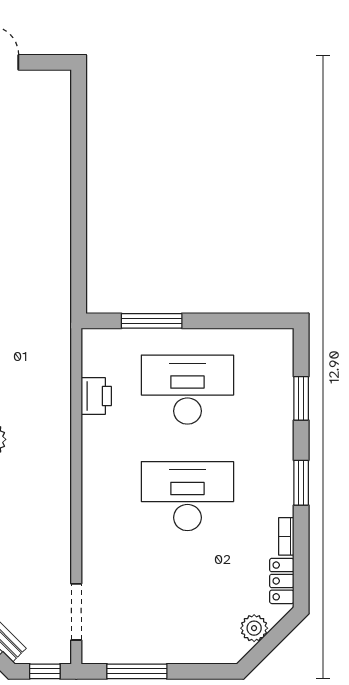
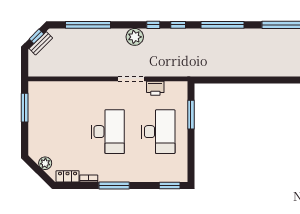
window: (301, 398) -> (170, 186), moved
window: (301, 483) -> (114, 186), width x1.44
doorway: (76, 612) -> (131, 79), moved
window: (45, 671) -> (25, 64), removed

